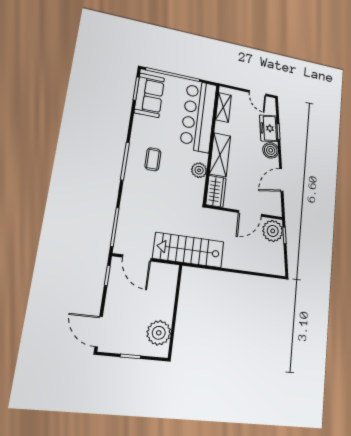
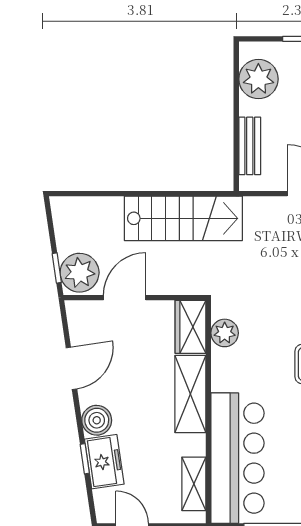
plant: (199, 170) -> (225, 333), moved
stairs: (189, 250) -> (183, 218), moved
bench: (169, 292) -> (250, 146), added

